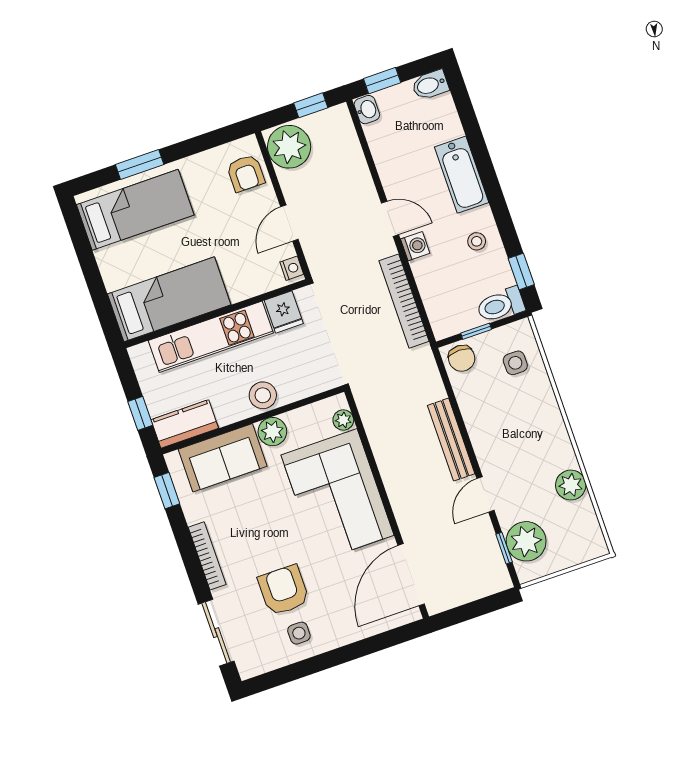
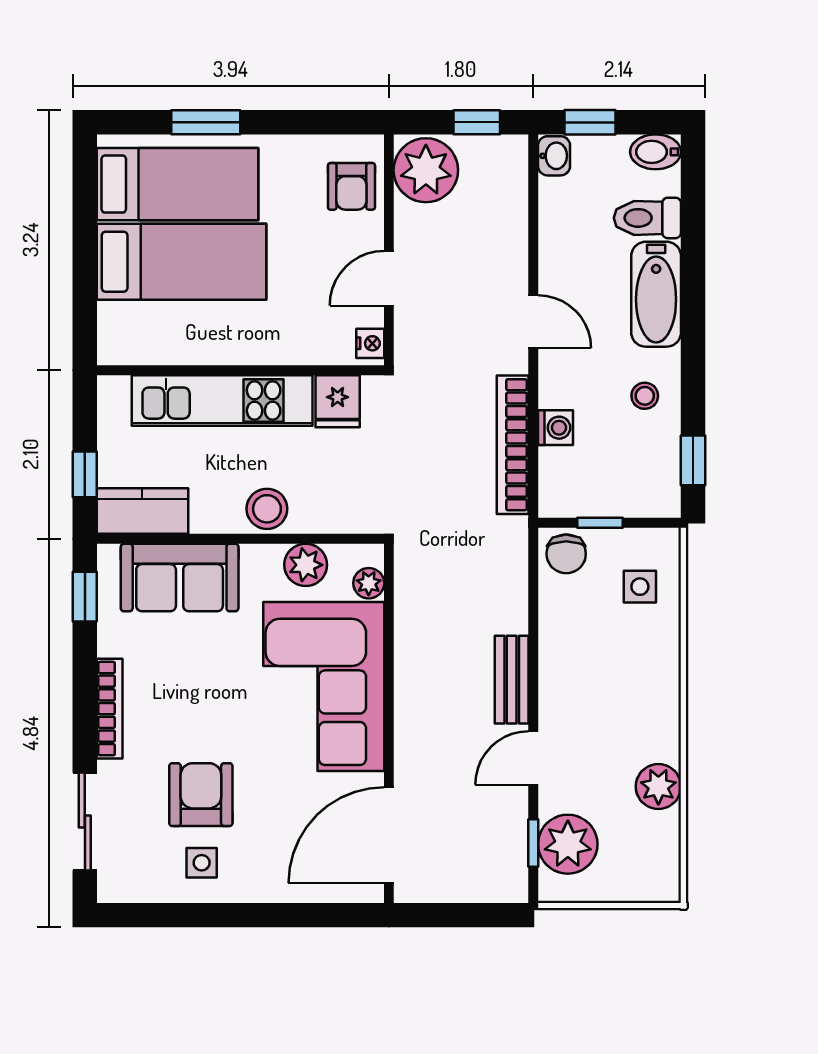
washing machine: (415, 246) -> (556, 428), moved
bed: (169, 299) -> (182, 262), moved
toilet: (501, 305) -> (647, 218), moved
plant: (272, 432) -> (306, 565), moved
bench: (451, 440) -> (512, 680), width x0.73

